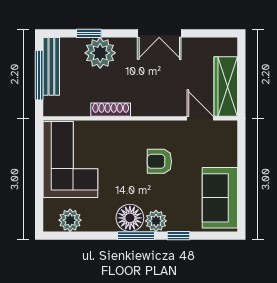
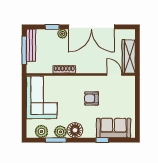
double door: (159, 33) -> (91, 27), width x1.87
plant: (100, 53) -> (62, 34), width x0.53, depth x0.53
sofa: (220, 198) -> (114, 128), moved, turned 90
plant: (156, 221) -> (60, 132), moved
window: (136, 236) -> (56, 140), moved

